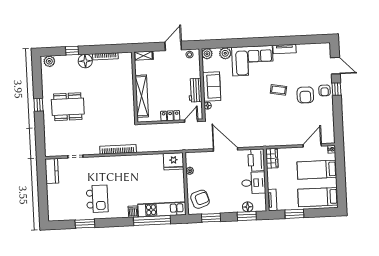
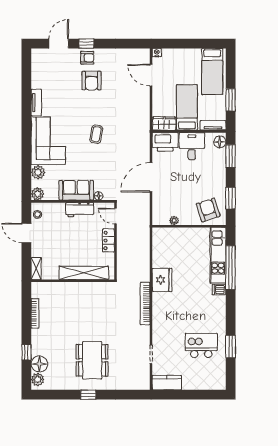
floor lamp: (85, 61) -> (39, 364), moved
coffee table: (278, 90) -> (96, 134), moved
armchair: (305, 95) -> (91, 81), turned 90
fridge: (174, 161) -> (162, 280), moved
bed: (317, 170) -> (187, 107), moved, turned 180
kitchen island: (97, 199) -> (201, 345), moved
floor lamp: (248, 207) -> (220, 142), moved

